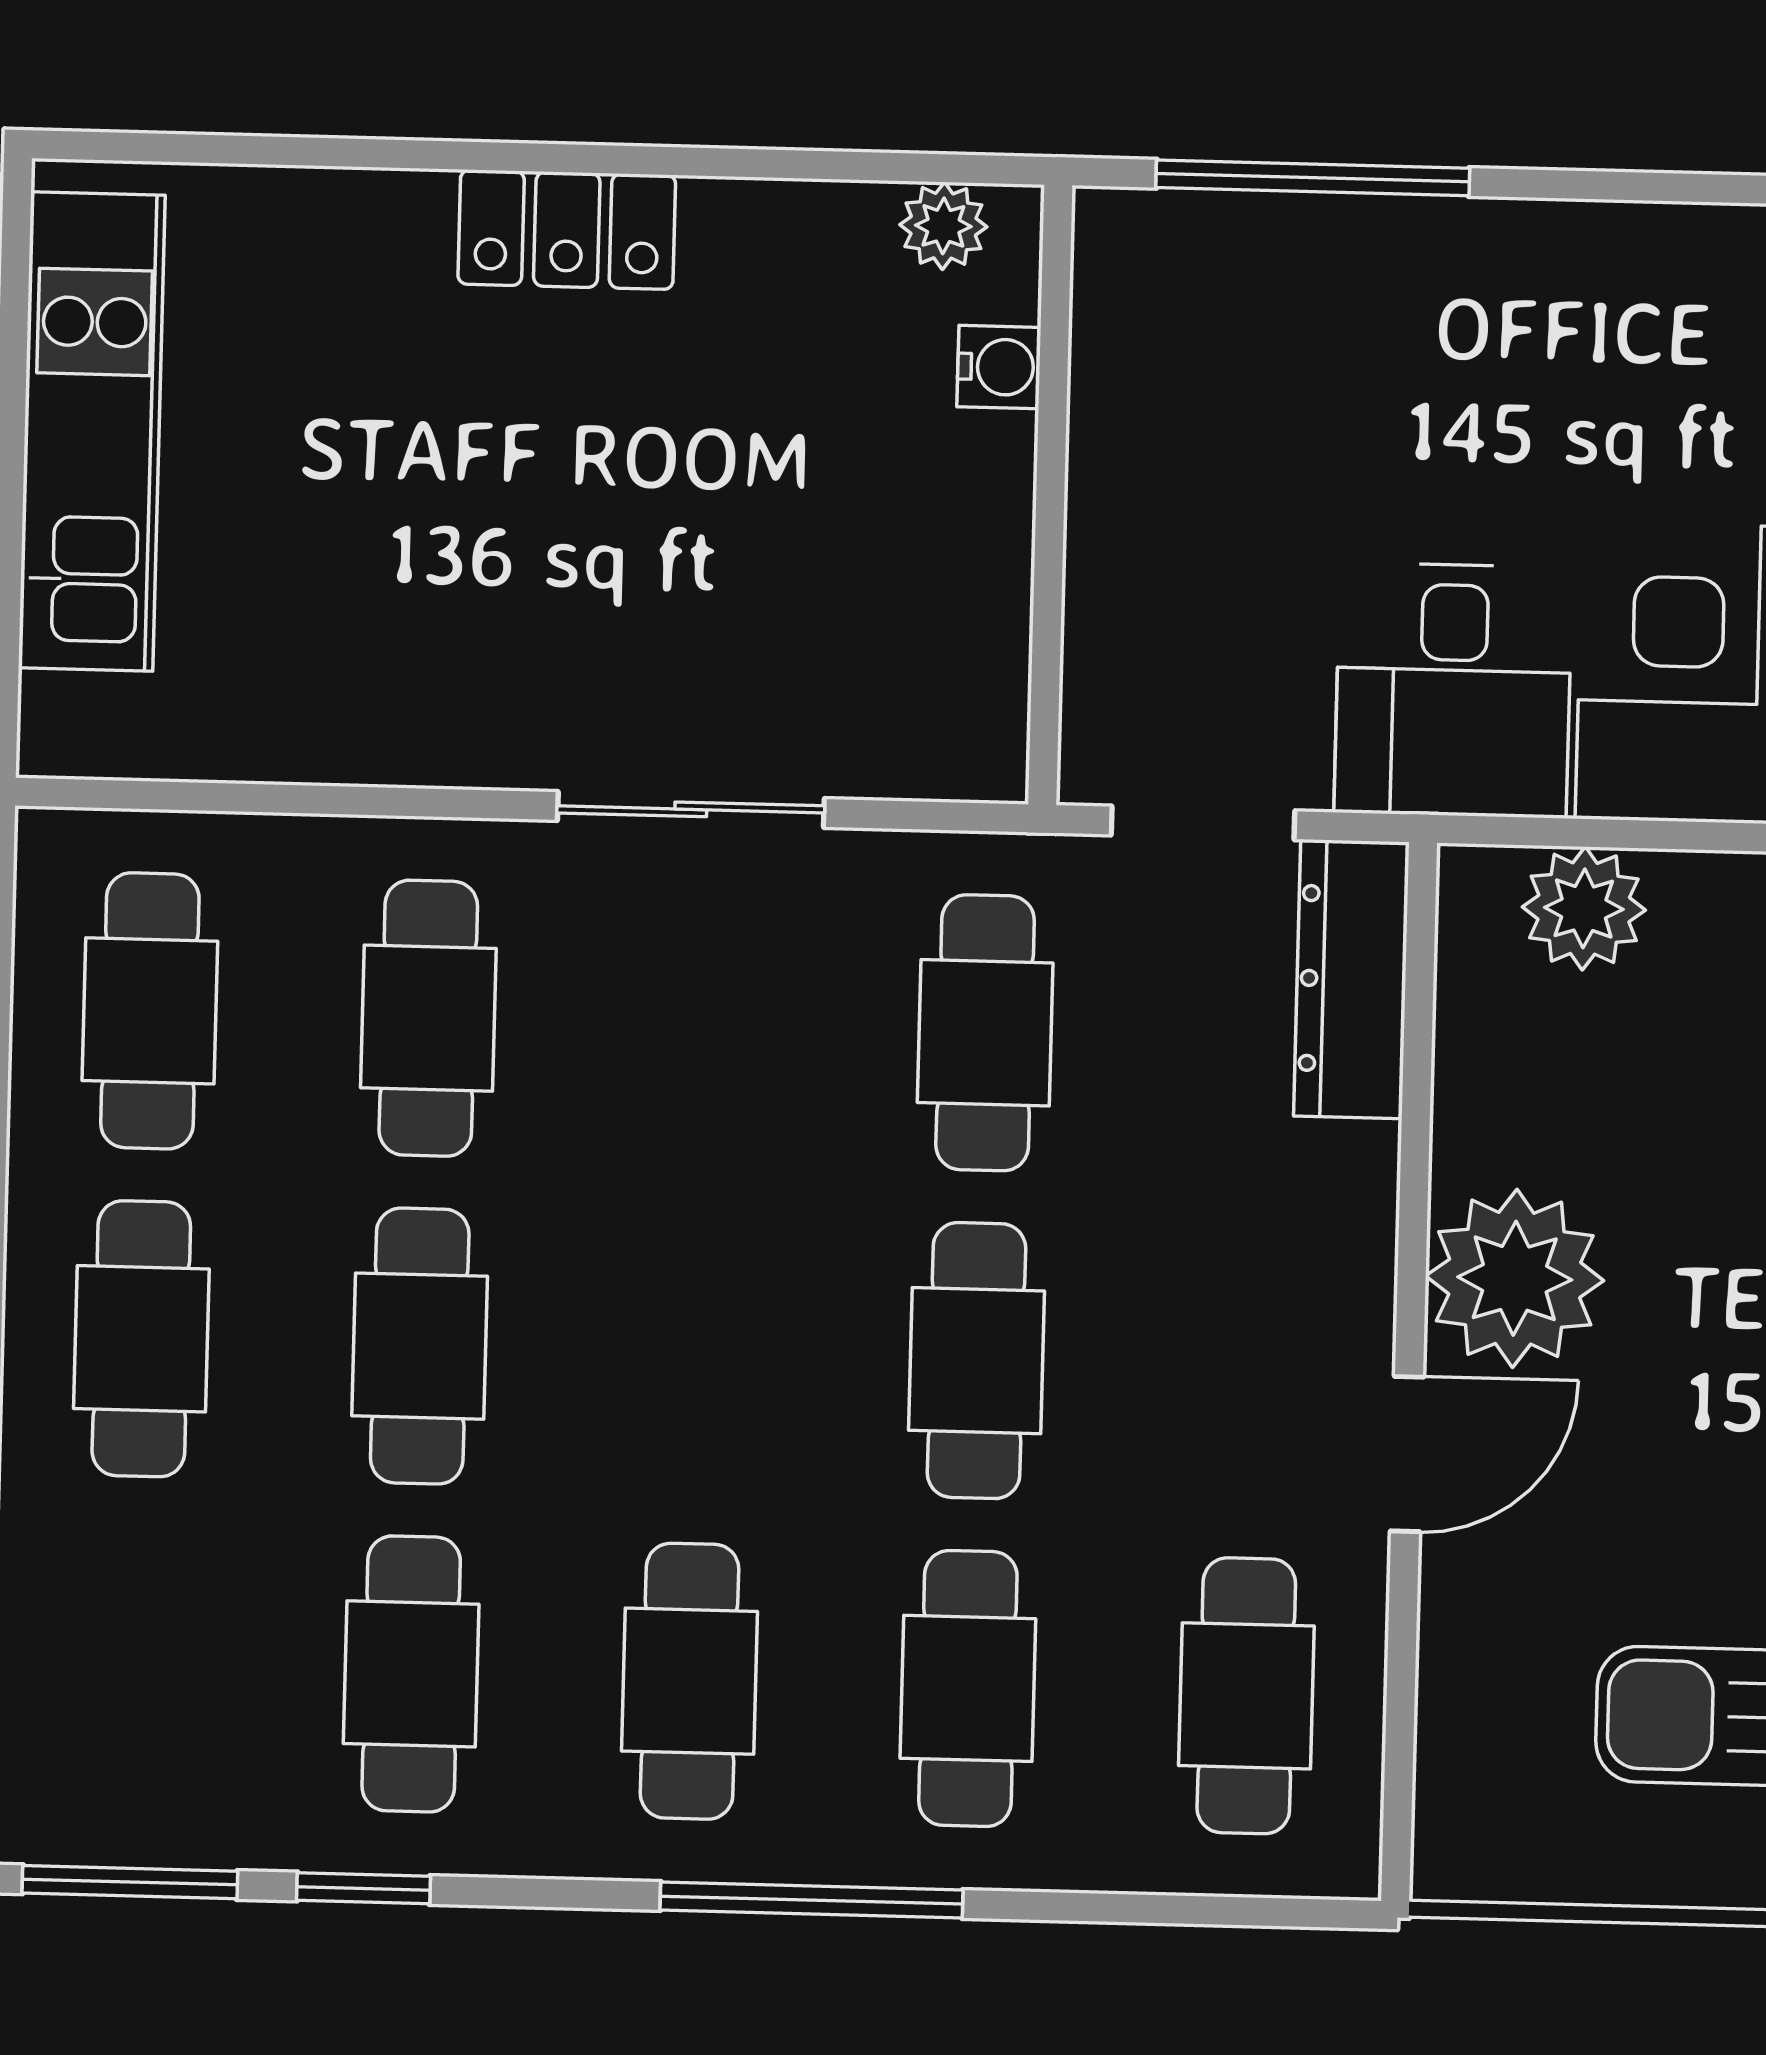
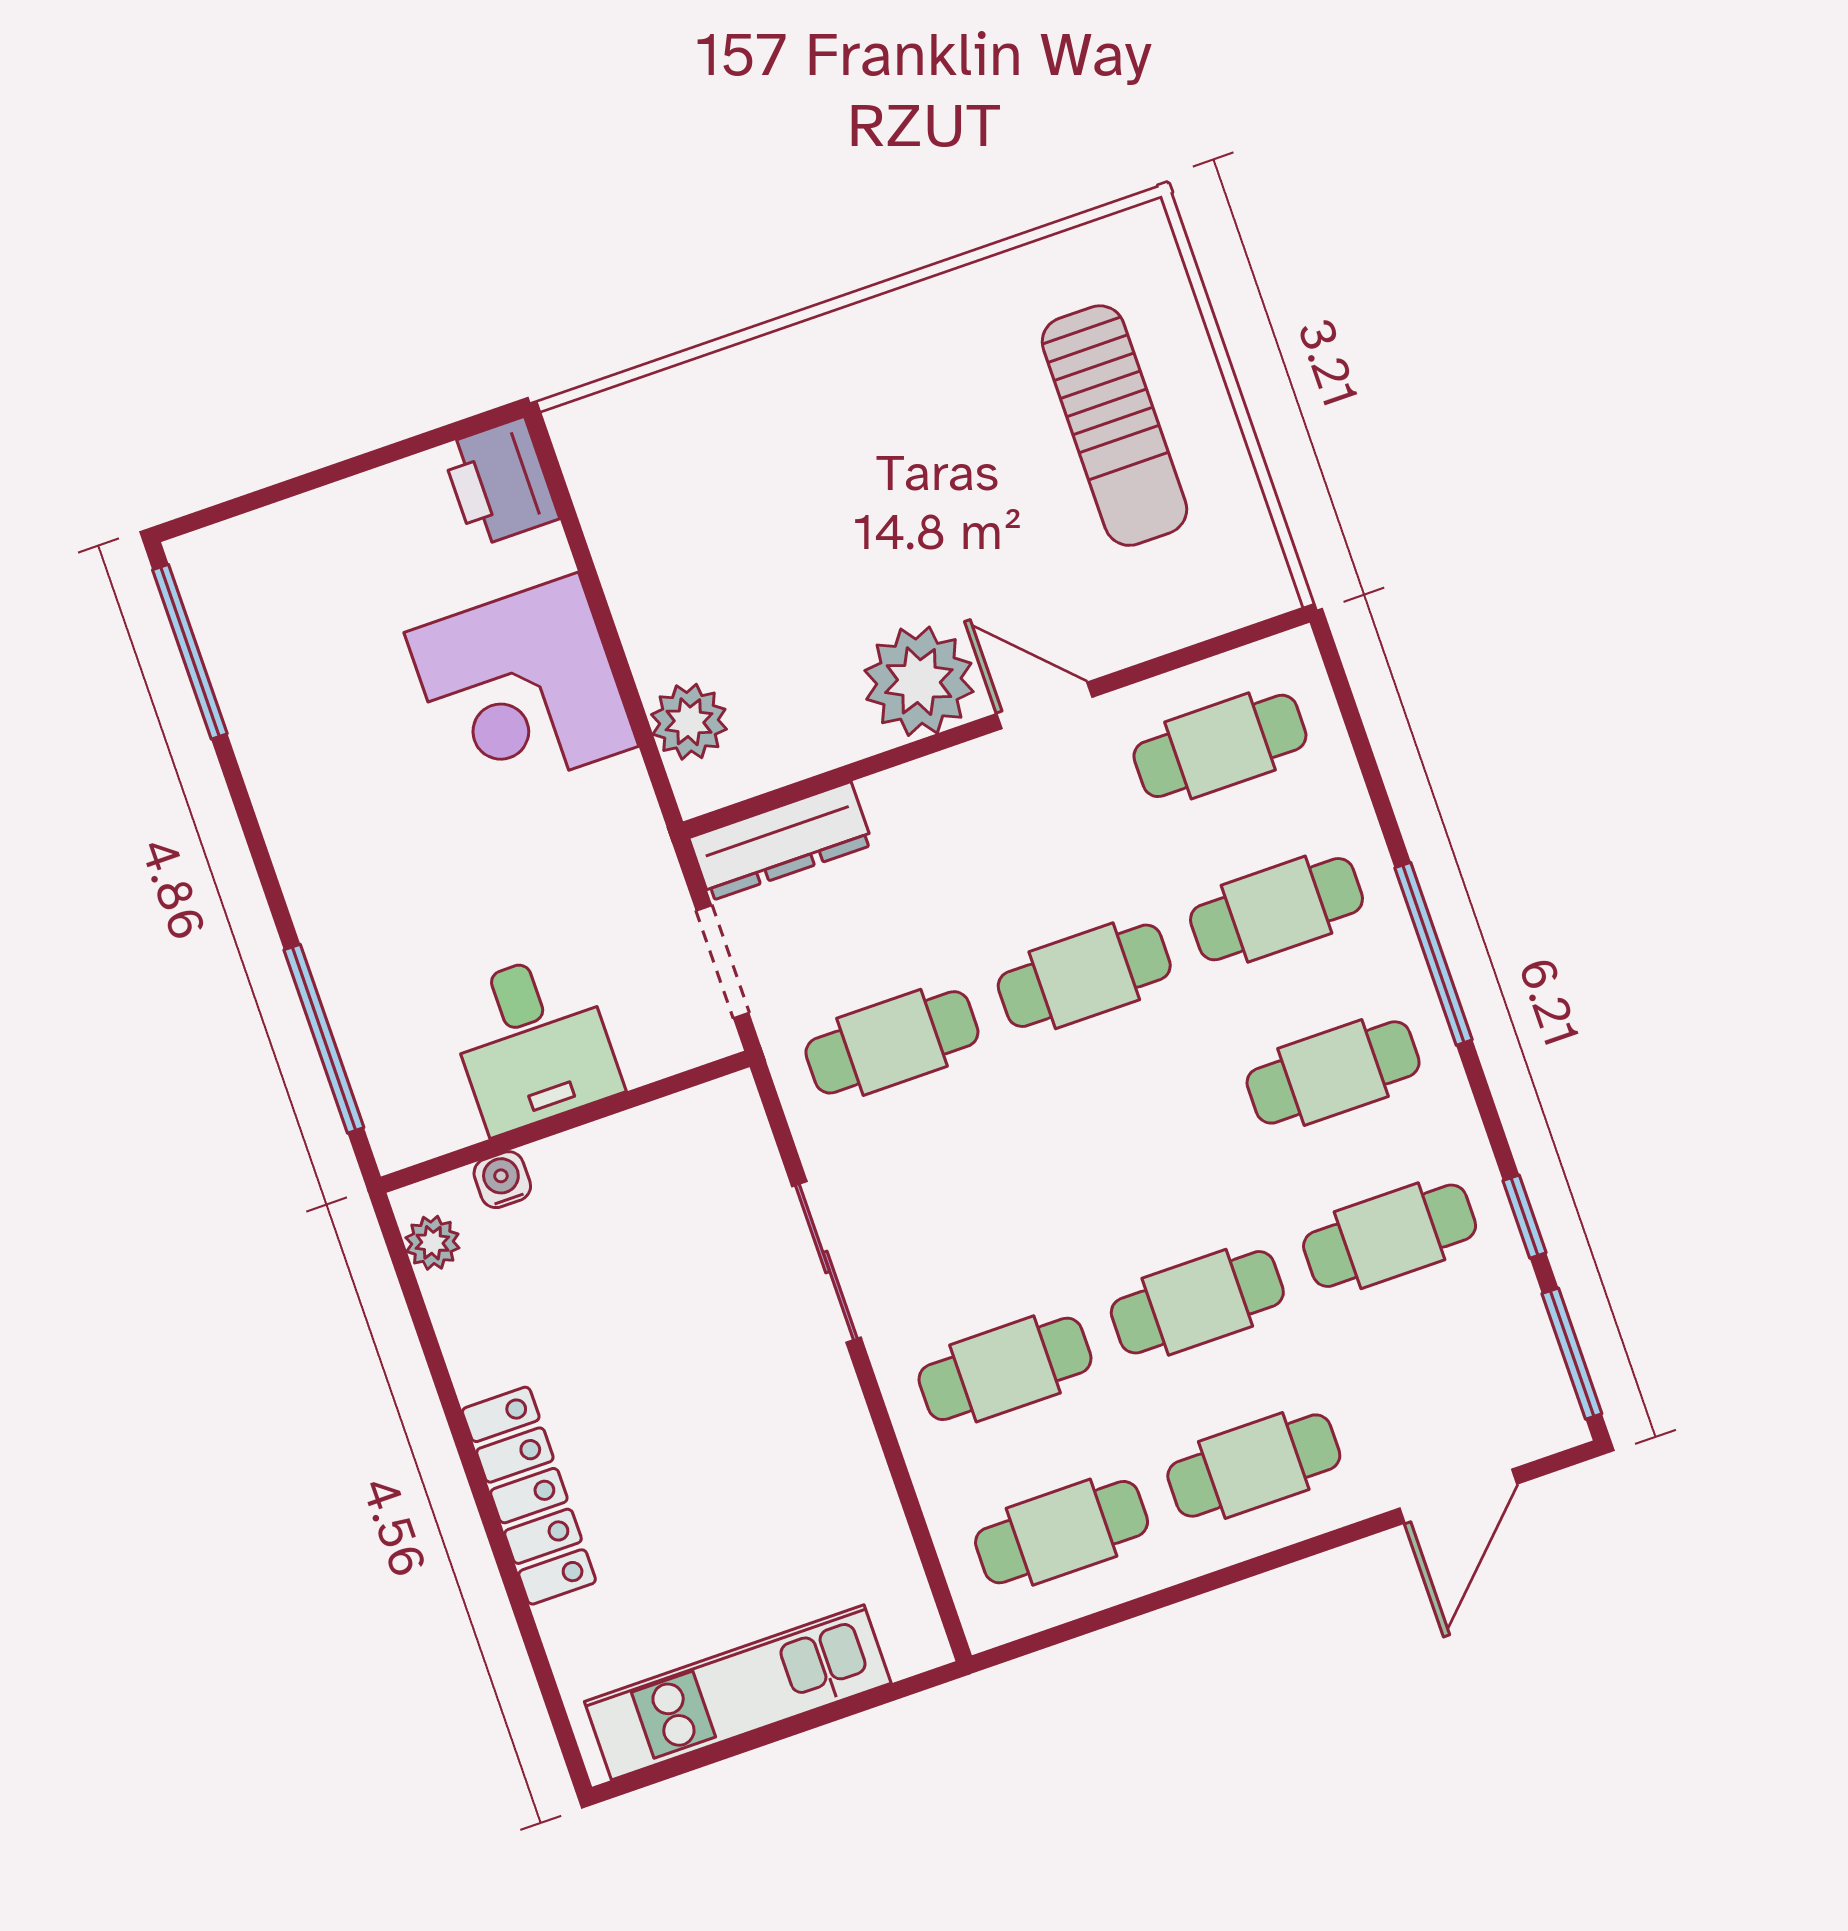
locker: (567, 230) -> (529, 1496), width x1.53
desk: (1453, 690) -> (533, 1042), moved, turned 90

